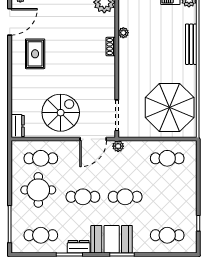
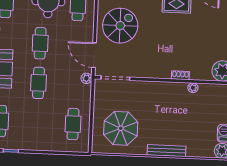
bench: (191, 44) -> (167, 151), moved
parasol: (170, 108) -> (121, 128), width x0.73, depth x0.73
spiral stairs: (61, 113) -> (120, 26), turned -90

